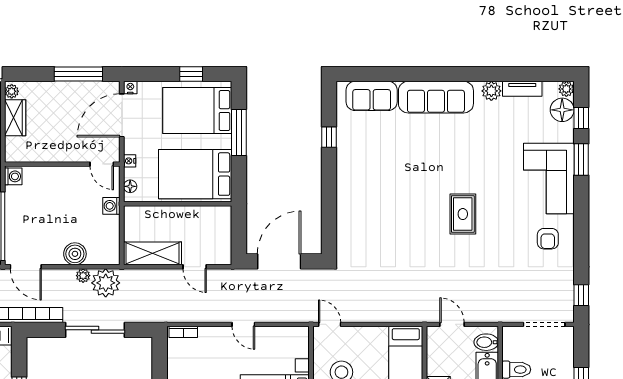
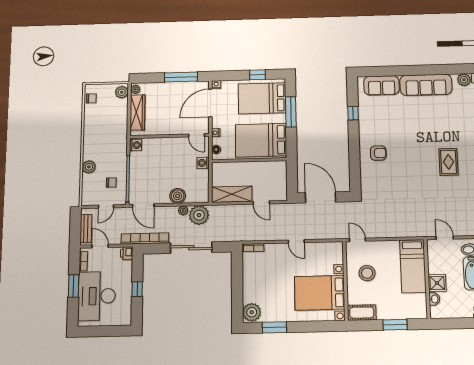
wardrobe: (15, 118) -> (137, 112), width x1.50
armchair: (363, 198) -> (378, 153), added
door: (279, 261) -> (321, 197), hinge flipped

